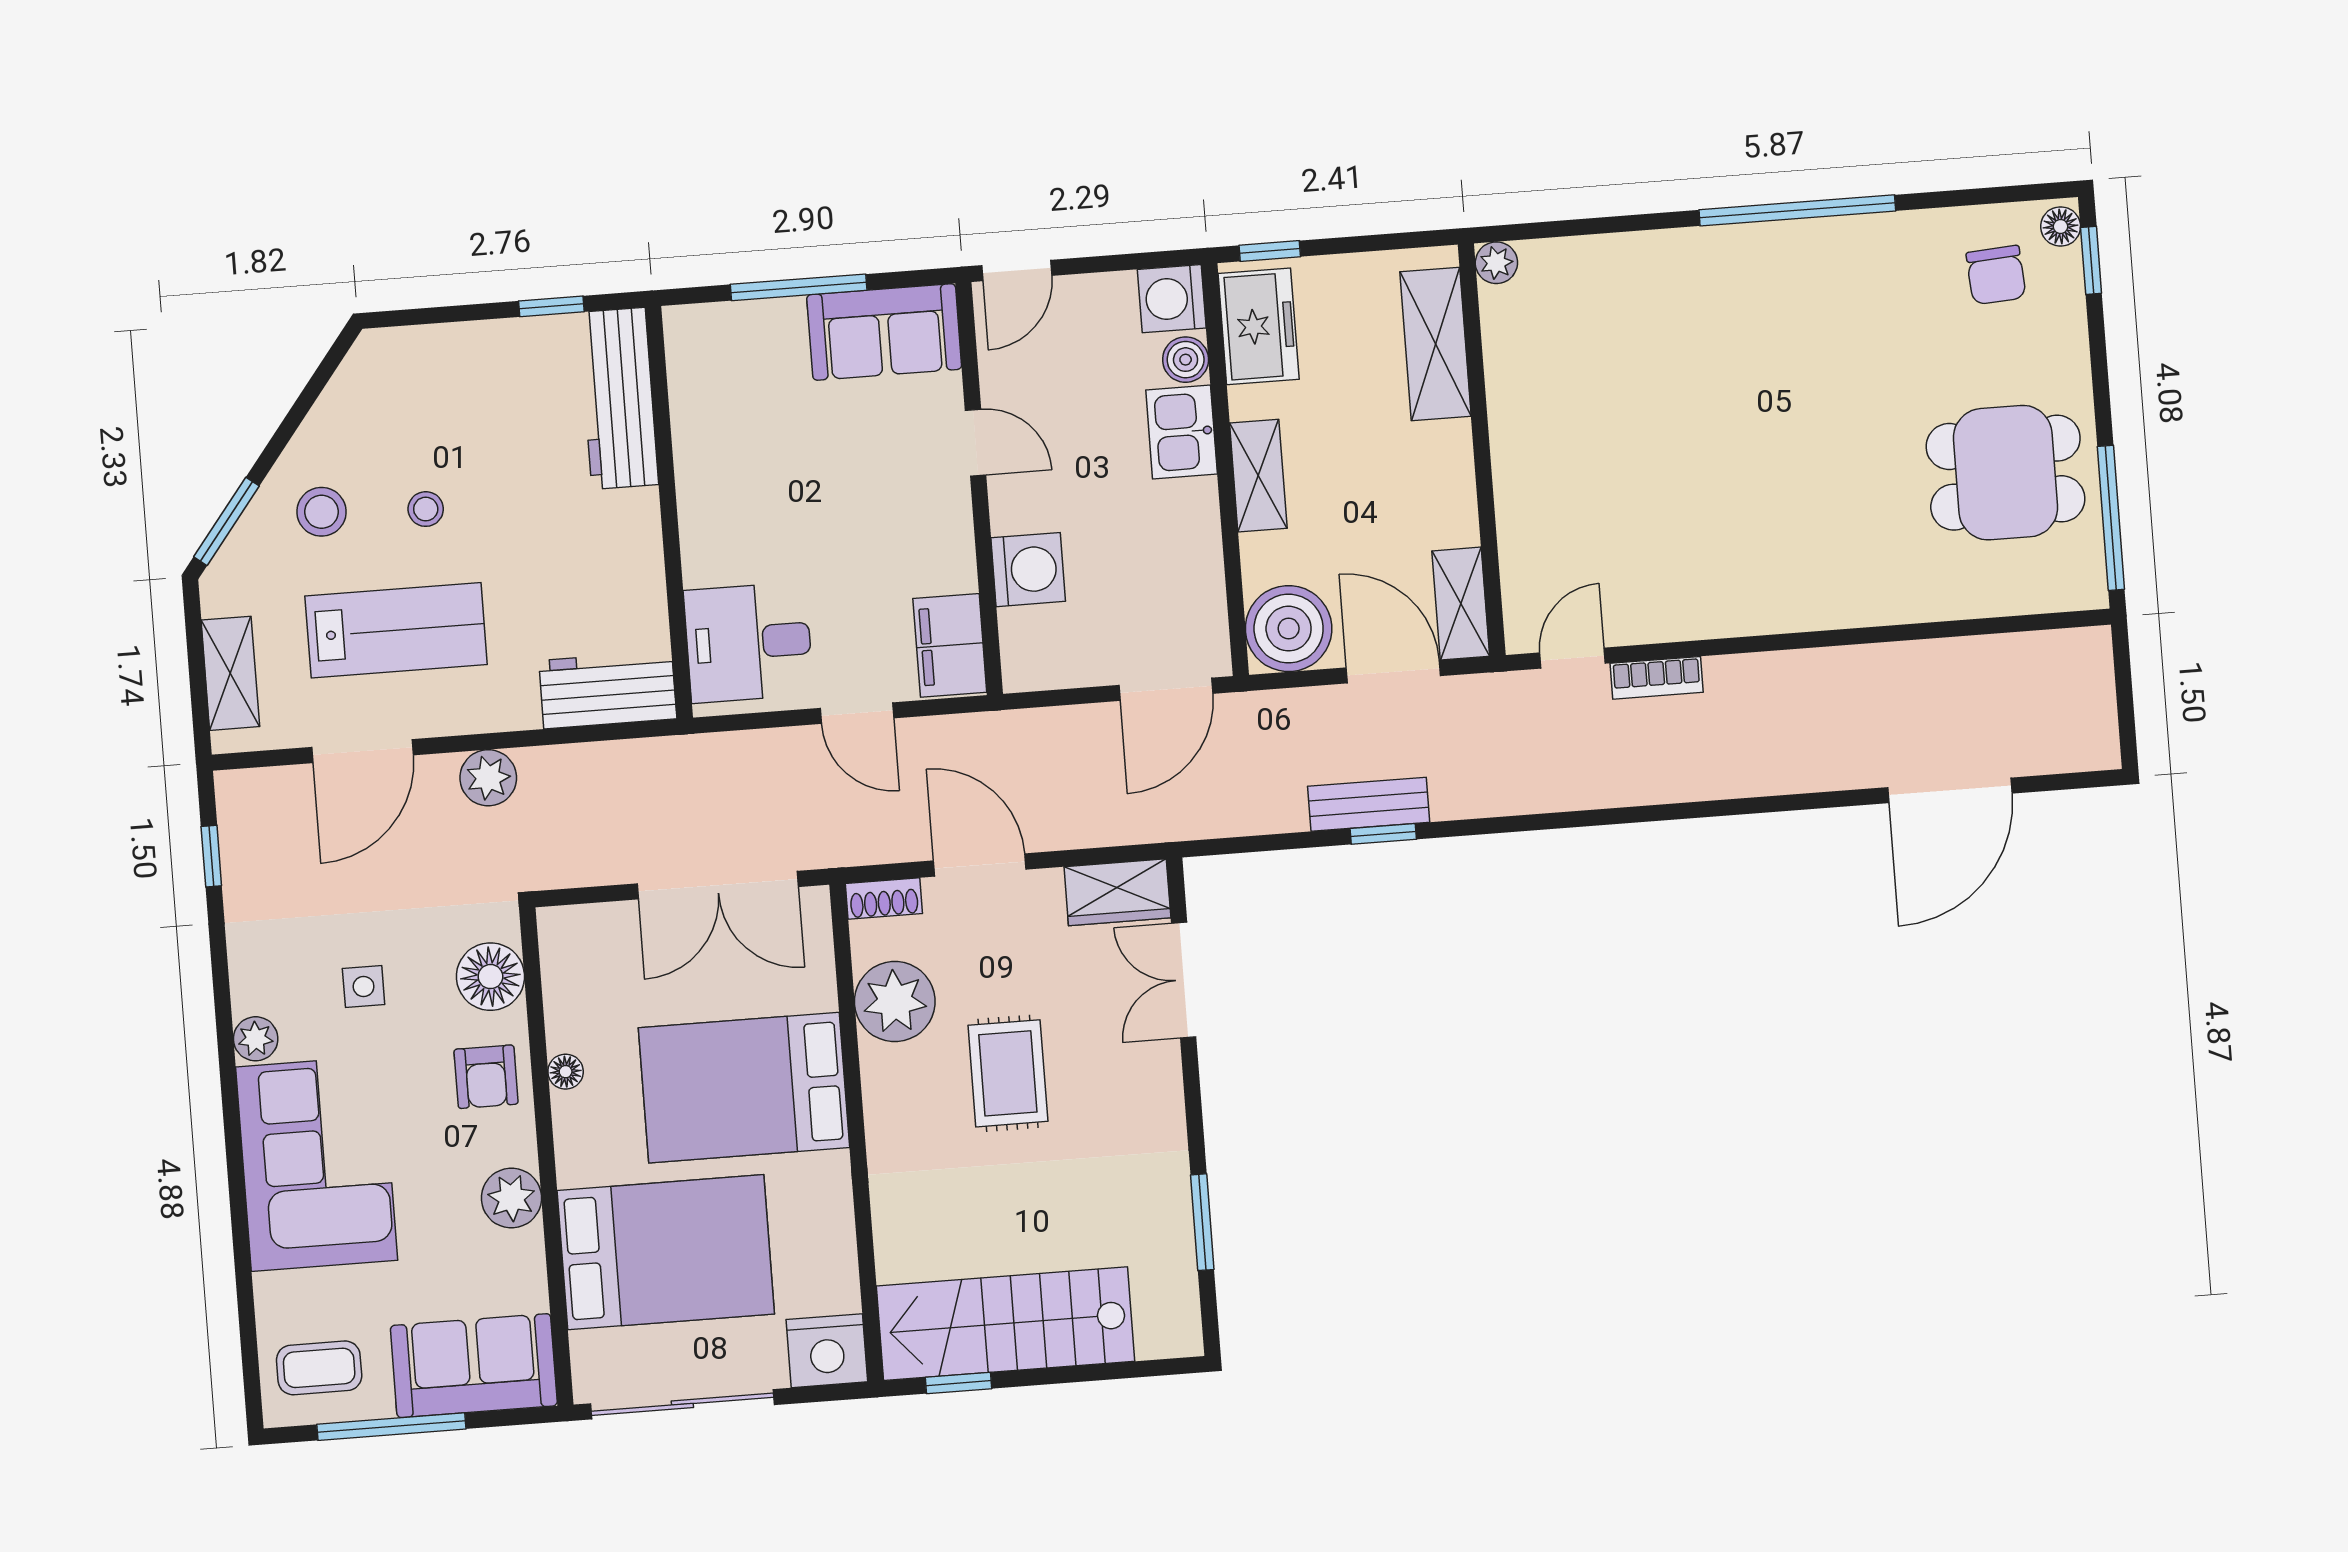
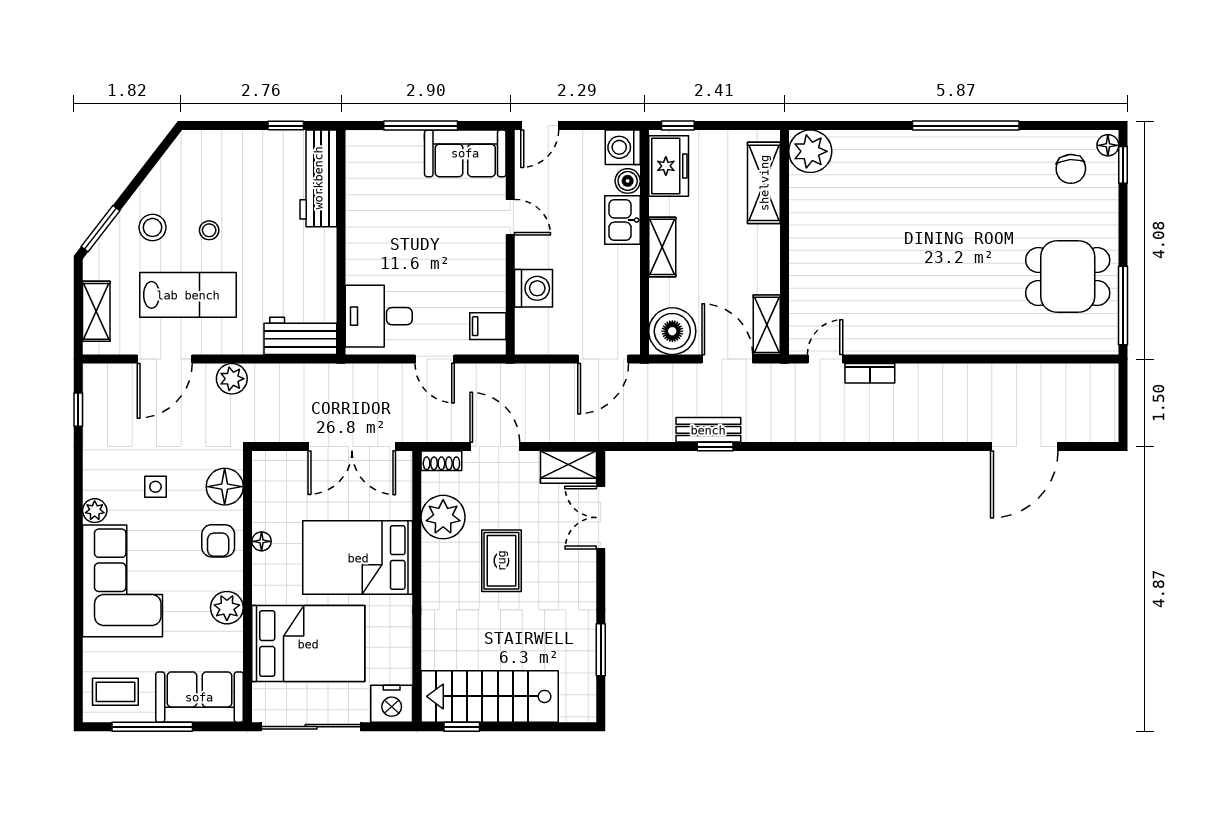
plant: (1496, 263) -> (810, 151), width x1.88, depth x1.88
filing cabinet: (950, 645) -> (488, 326), width x0.50

